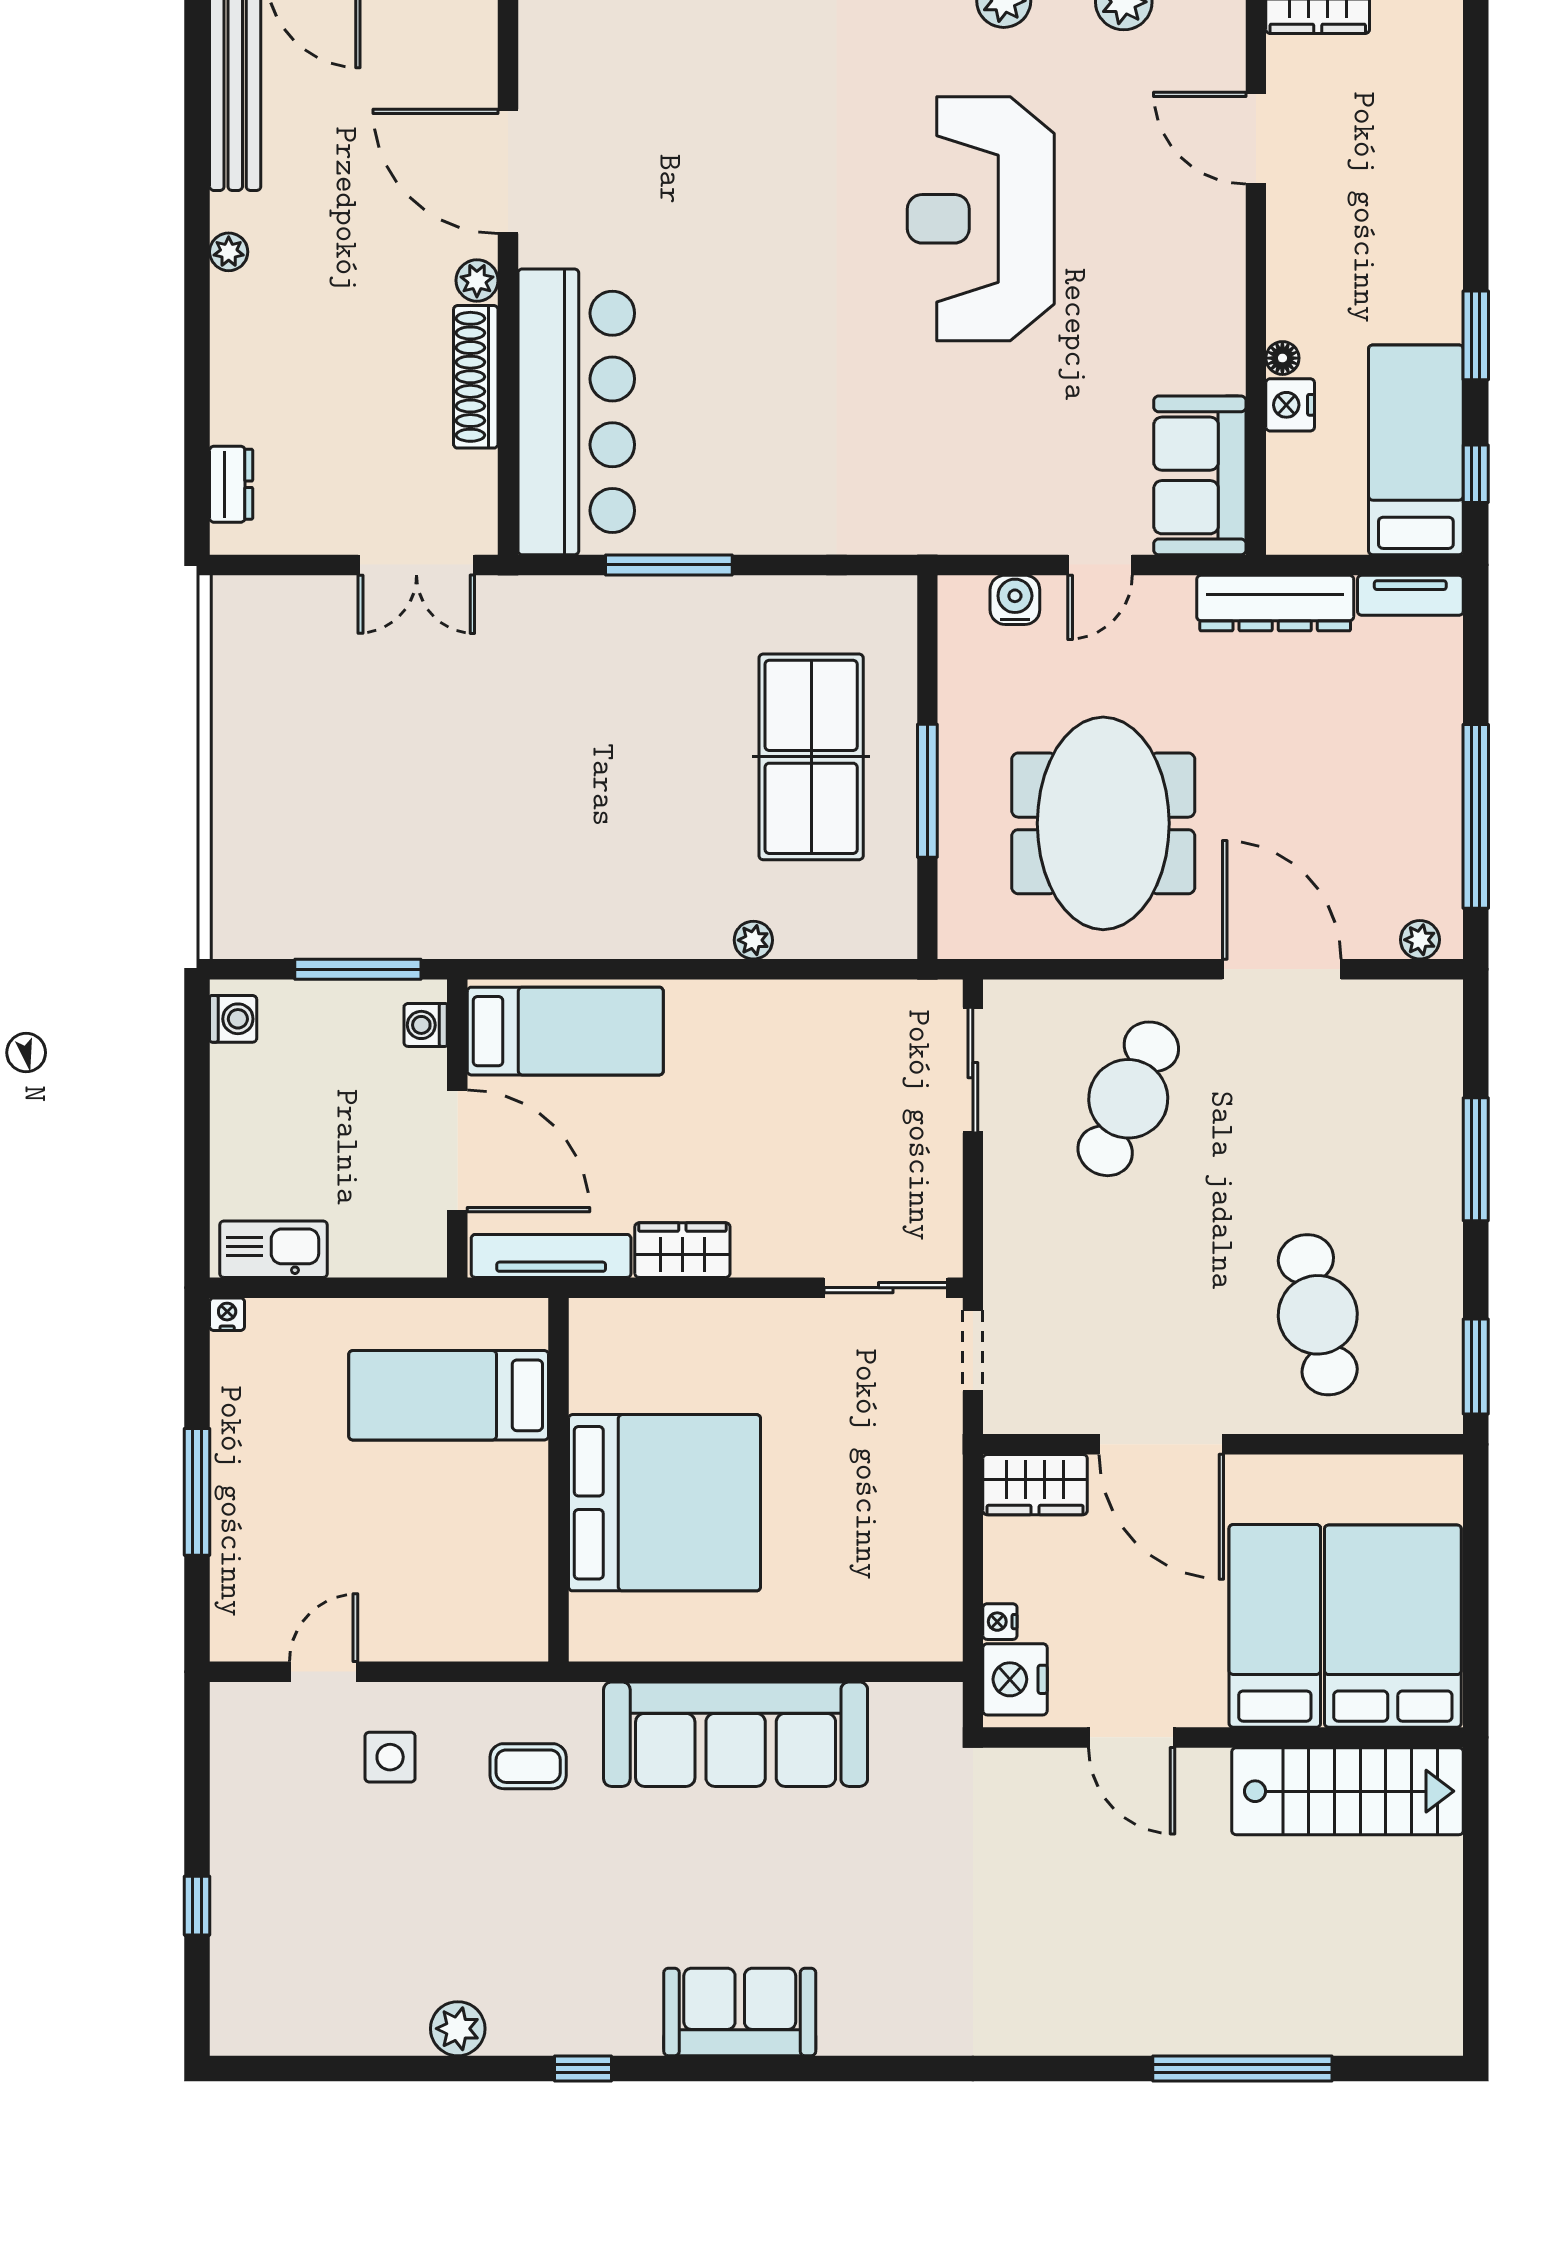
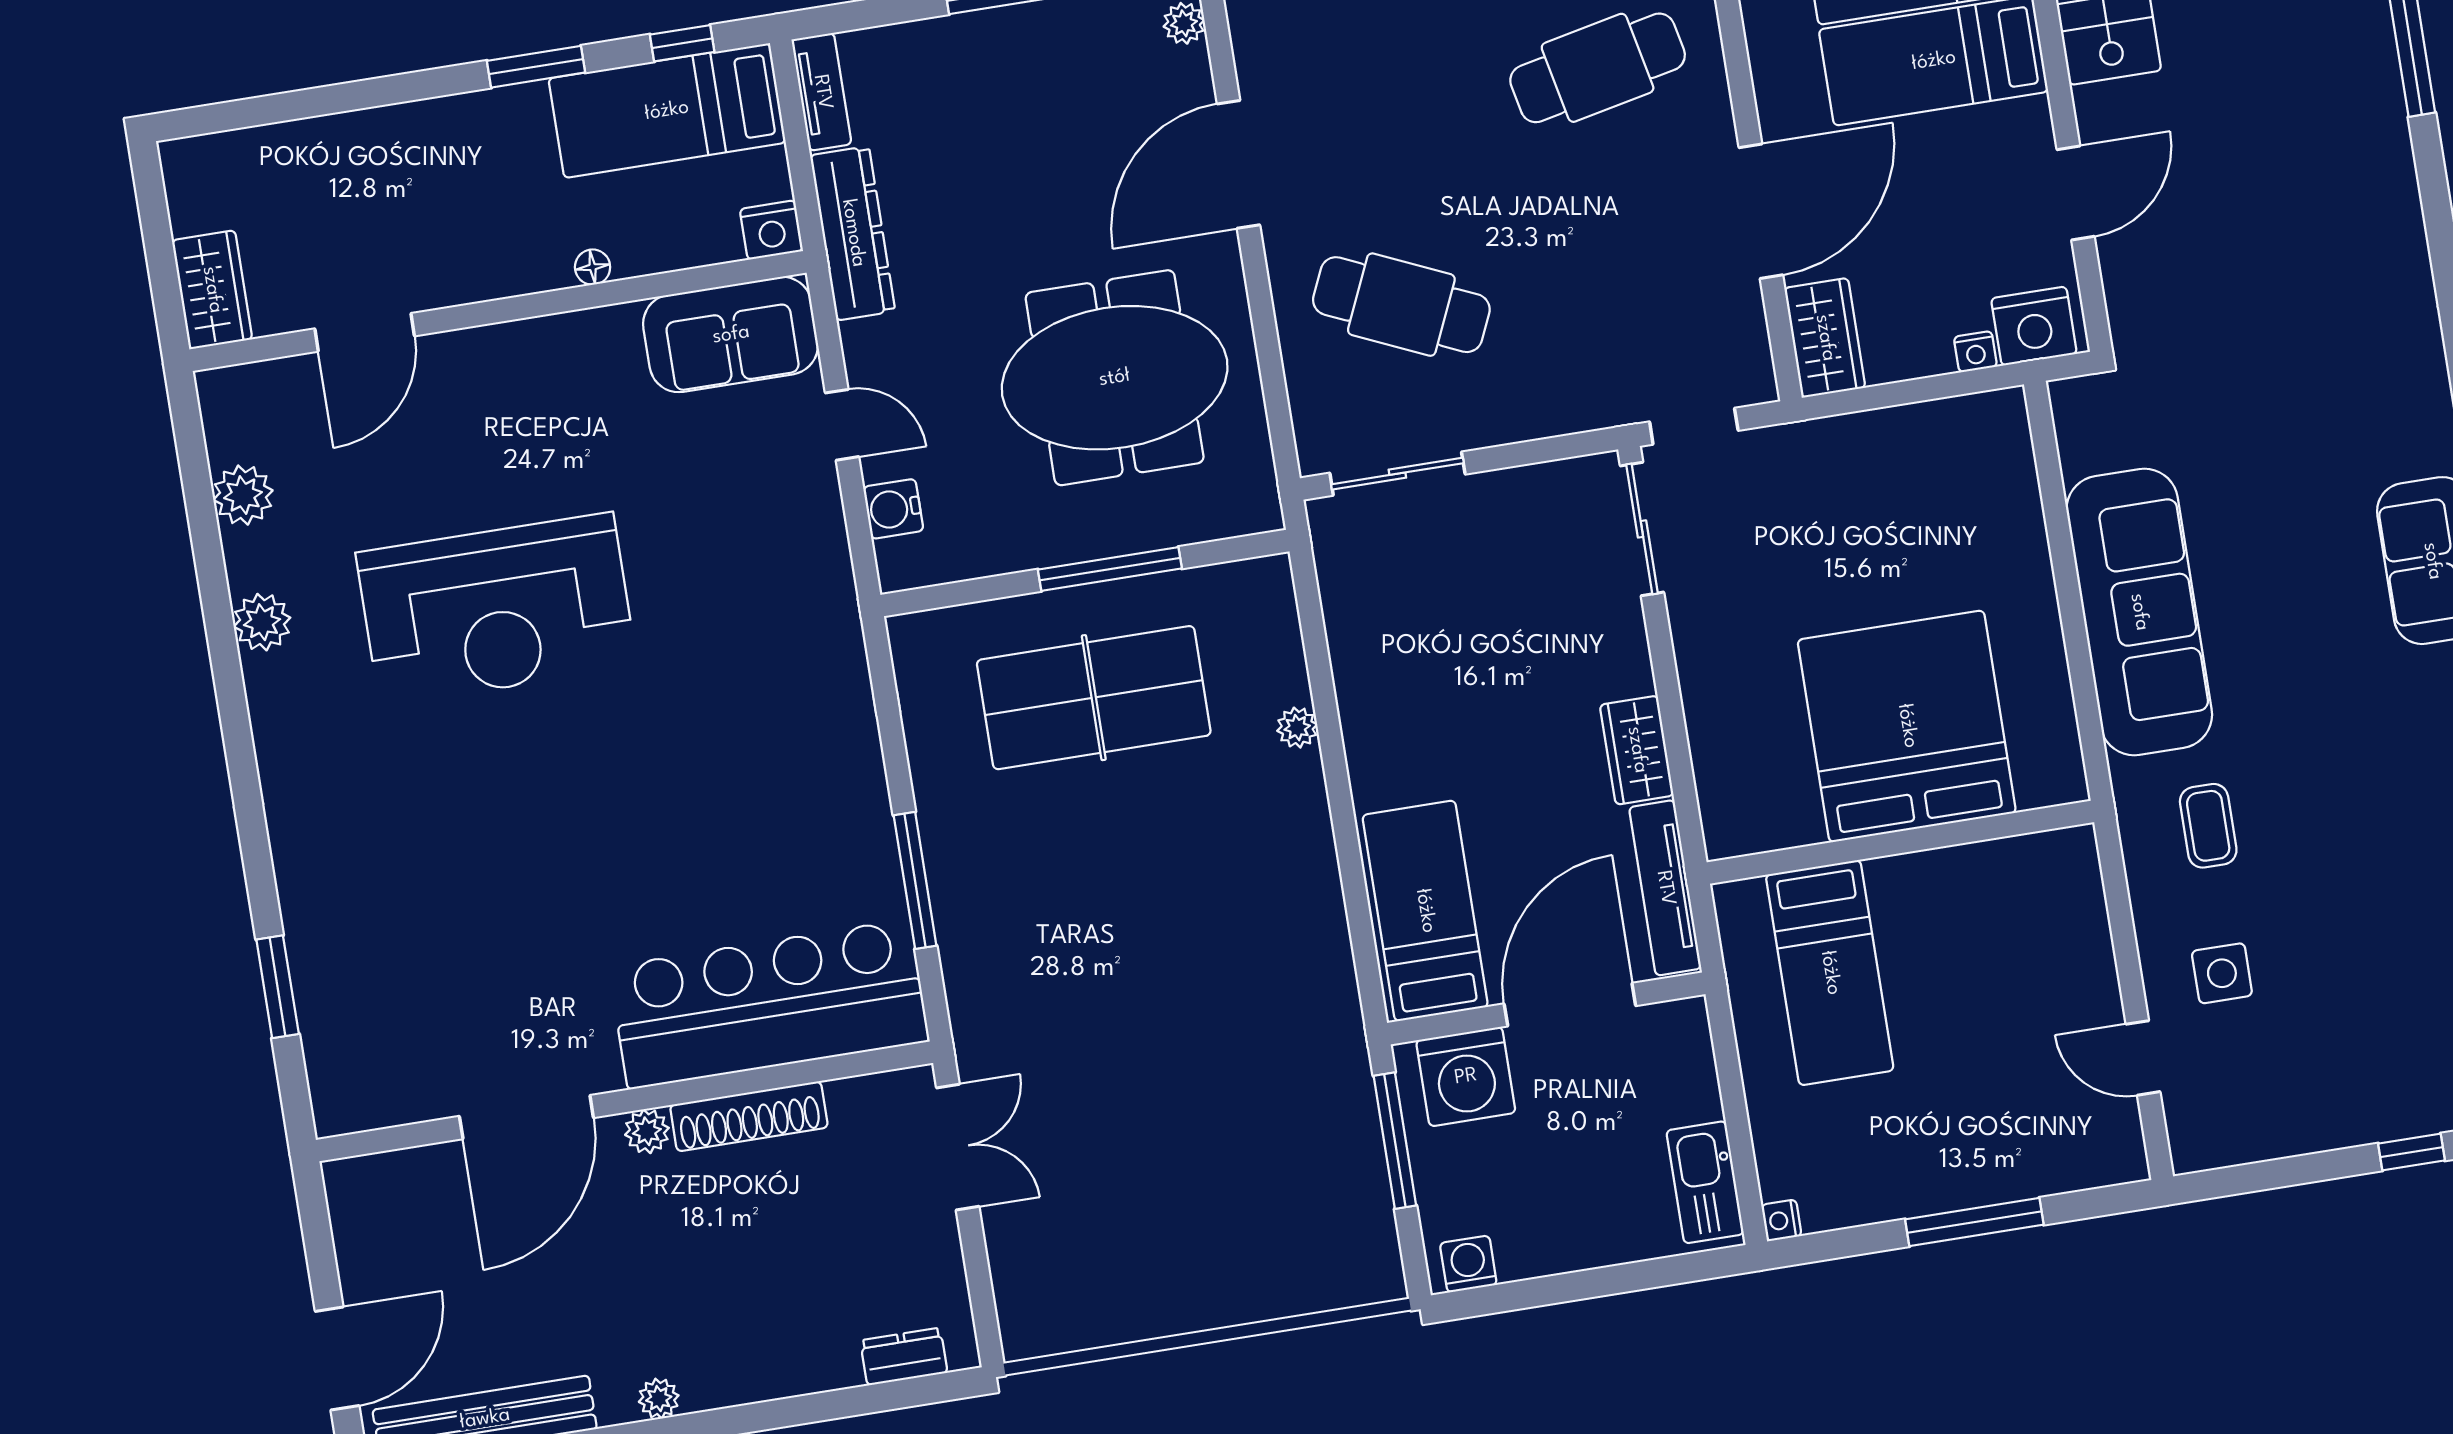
nightstand: (1290, 405) -> (771, 230), moved
washing machine: (426, 1025) -> (1466, 1077), width x1.89, depth x1.89

